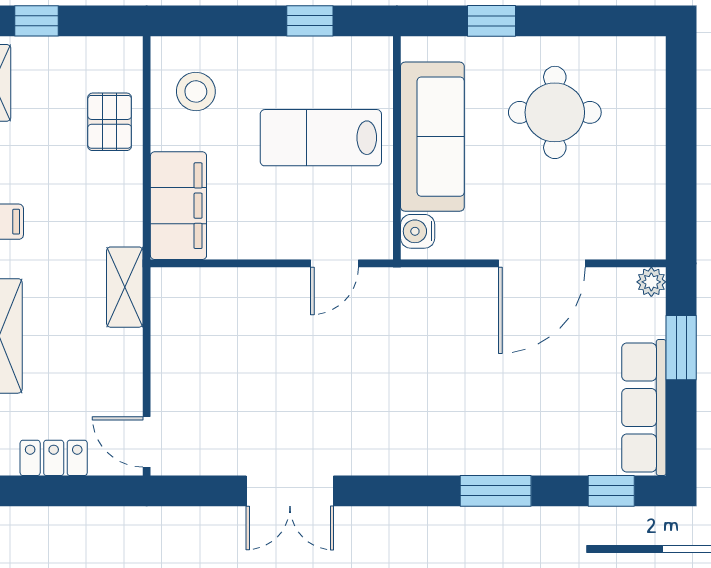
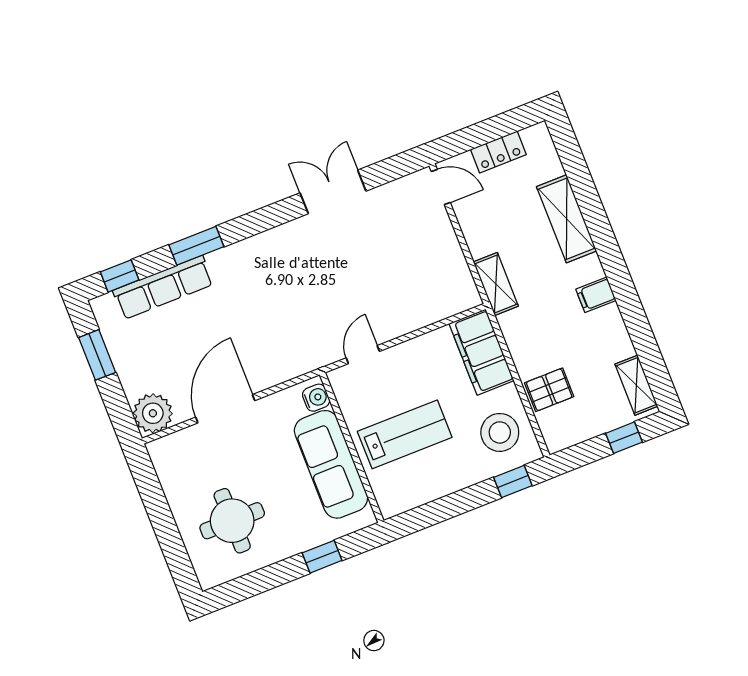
window: (310, 21) -> (513, 481), moved
stool: (196, 91) -> (500, 432), width x1.38, depth x1.38
round table: (555, 112) -> (232, 521), moved
pallet: (110, 122) -> (549, 390), turned 90
plant: (651, 282) -> (153, 413), width x1.88, depth x1.88
window: (681, 348) -> (97, 355), moved
row of seats: (644, 408) -> (163, 287), moved, turned 90

